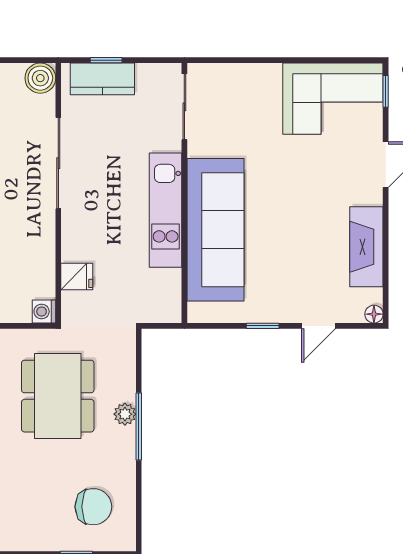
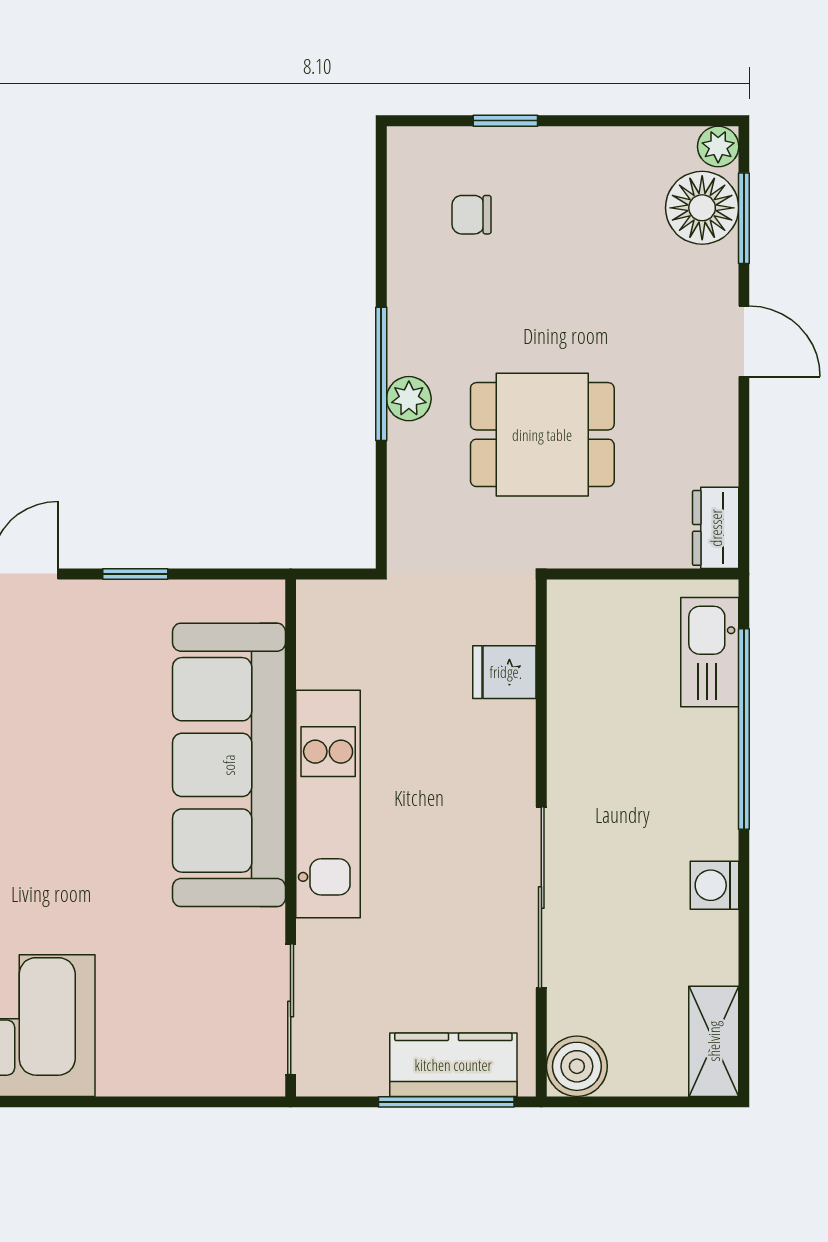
window: (106, 60) -> (446, 1102), width x2.17
washing machine: (44, 312) -> (570, 602), removed
dining table: (58, 396) -> (542, 435), width x0.73
chair: (93, 507) -> (472, 215), width x0.54, depth x0.54

